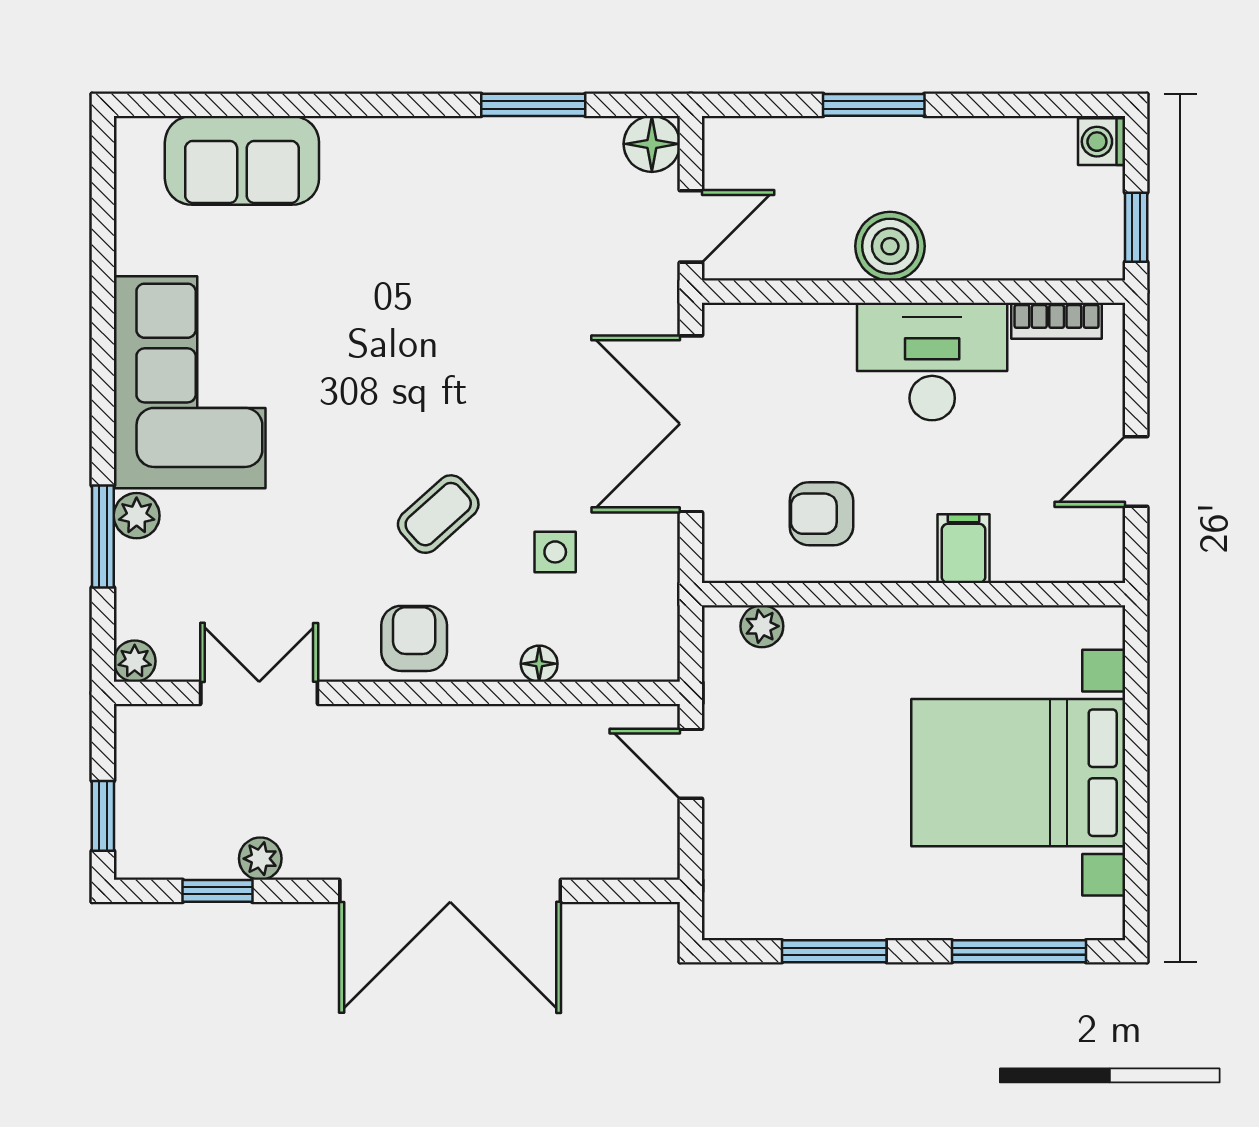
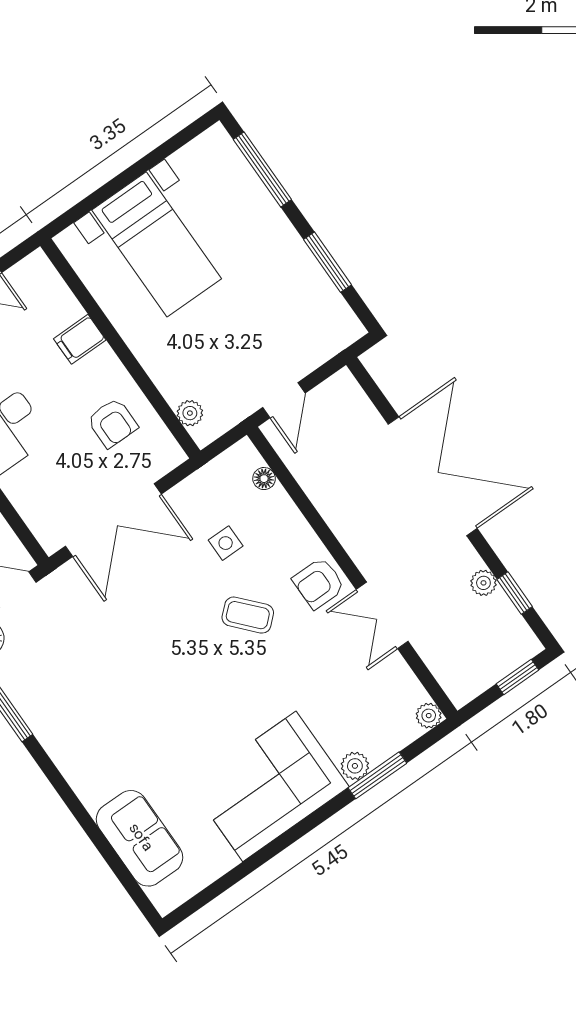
floor lamp: (539, 664) -> (264, 479), moved
double door: (259, 693) -> (382, 615), moved
bed with nightstands: (1018, 773) -> (157, 244), width x0.73

